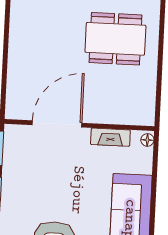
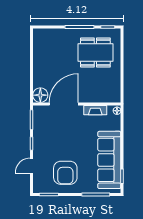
floor lamp: (18, 107) -> (40, 95), added

